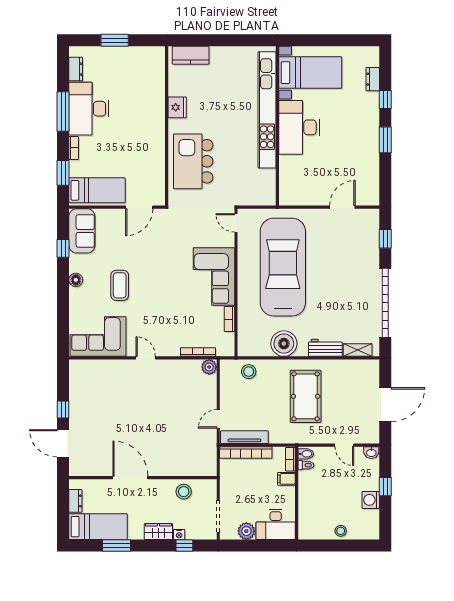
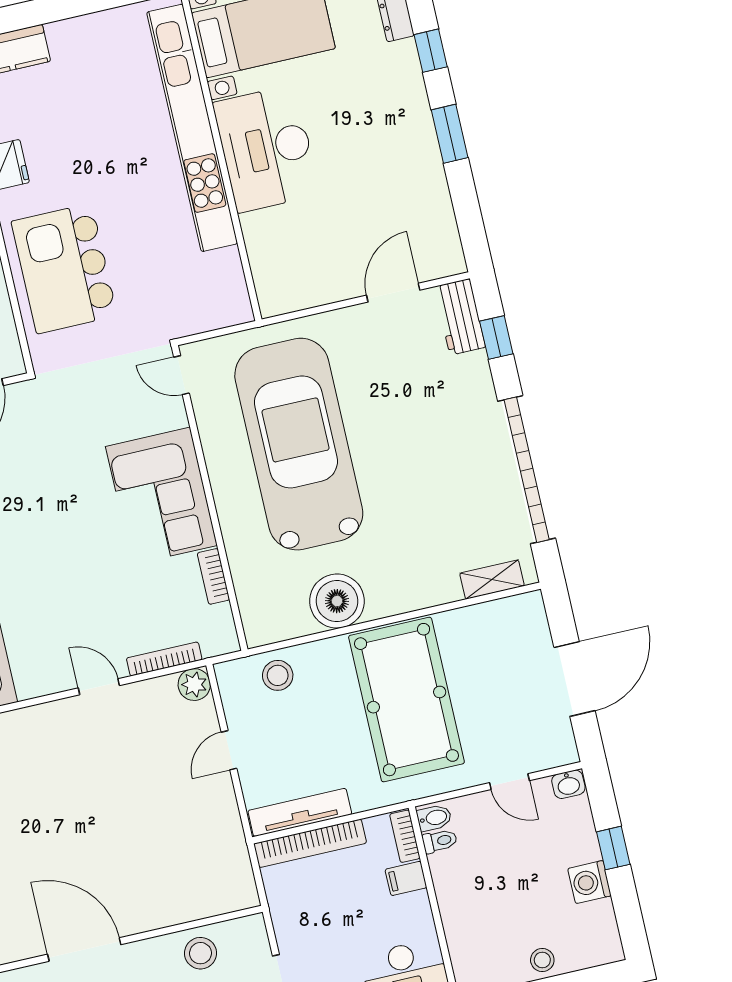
workbench: (325, 348) -> (460, 317), moved, turned -90
door: (146, 358) -> (99, 687), moved
pool table: (306, 396) -> (406, 700), width x1.36, depth x1.32
door: (218, 419) -> (229, 750), moved

